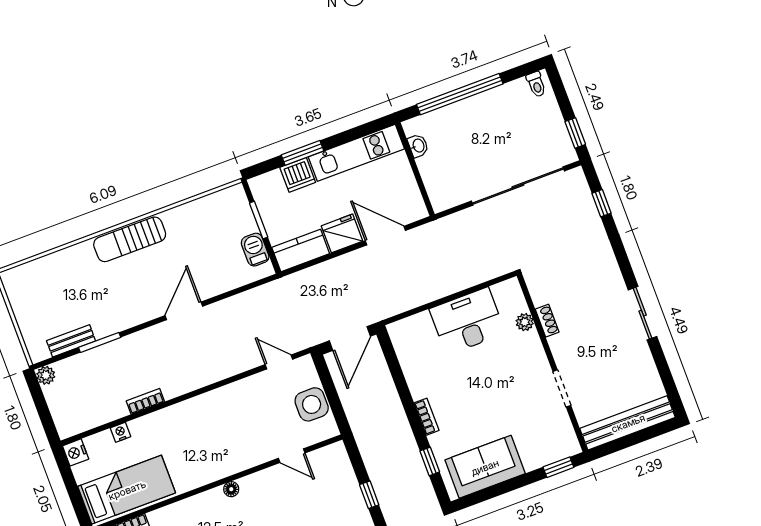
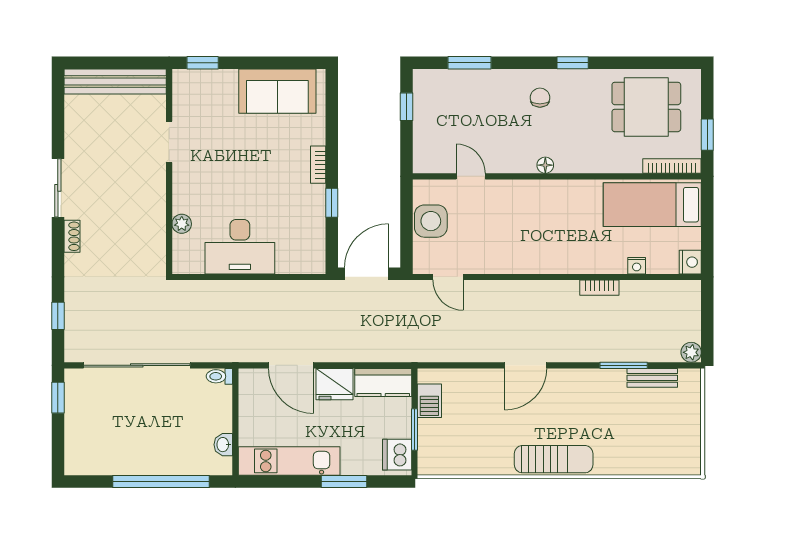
toilet: (536, 84) -> (219, 376), moved, turned -90
dishwasher: (298, 175) -> (397, 455), moved, turned -90
shoe rack: (547, 321) -> (72, 236), moved, turned 180
window: (430, 461) -> (332, 203), moved

